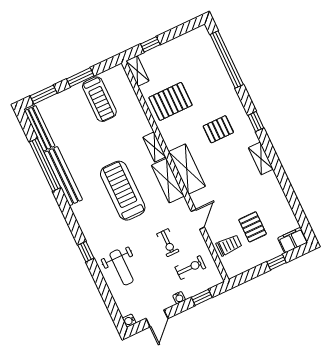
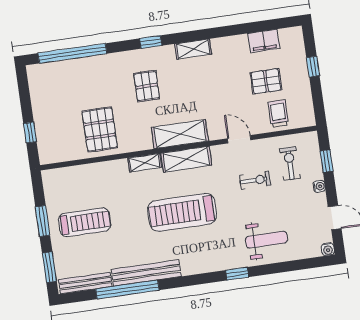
shelving: (137, 71) -> (55, 156), removed
treadmill: (99, 99) -> (85, 222), moved
filing cabinet: (293, 240) -> (264, 41), moved, turned -90

